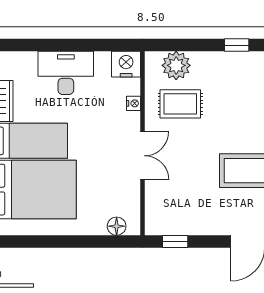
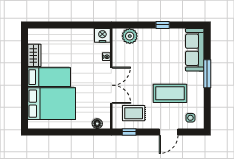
desk: (66, 73) -> (70, 40), removed
rug: (180, 104) -> (134, 113), moved
double door: (142, 156) -> (111, 85), width x1.37

